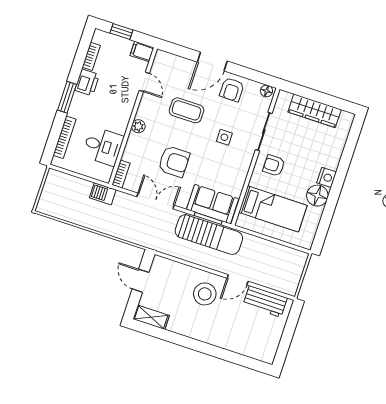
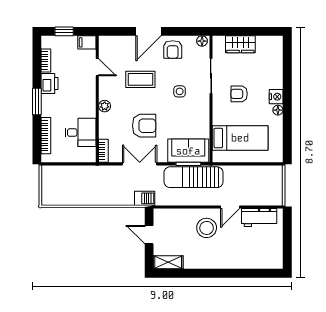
wardrobe: (315, 111) -> (240, 44), width x0.67
armchair: (274, 165) -> (239, 94), moved
barbecue: (103, 194) -> (145, 198), moved, turned 180
floor lamp: (317, 196) -> (278, 110), width x0.53, depth x0.53
sun lounger: (209, 235) -> (194, 177), turned 180

